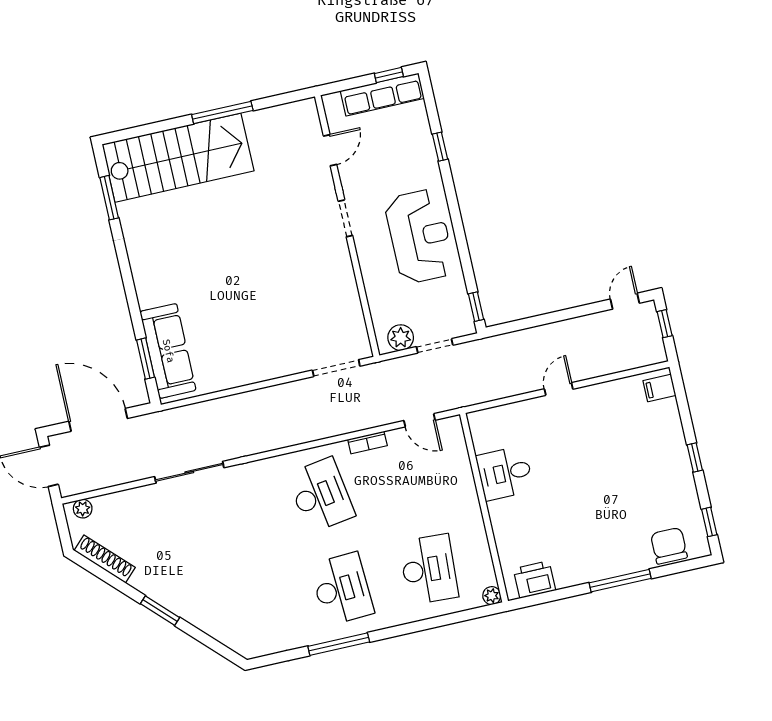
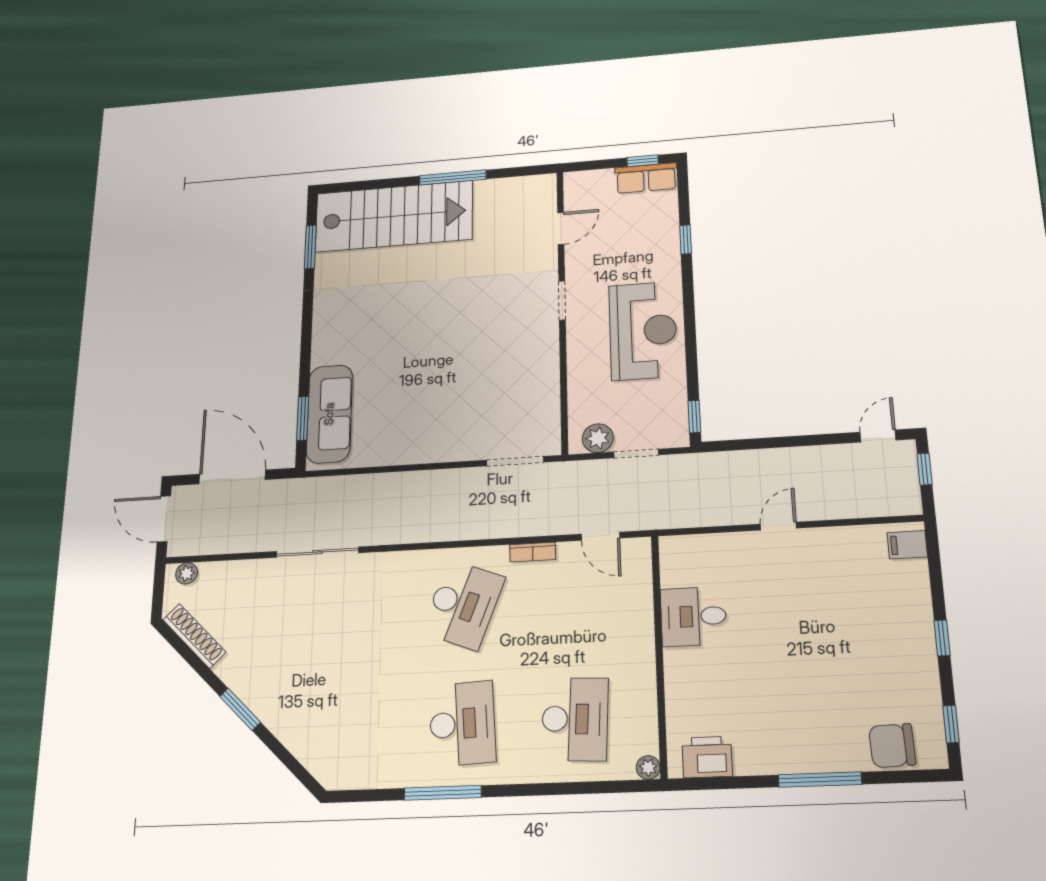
row of seats: (382, 95) -> (646, 178), width x0.68
desk: (321, 495) -> (463, 605), turned 30
chair: (669, 546) -> (892, 746), turned -92

